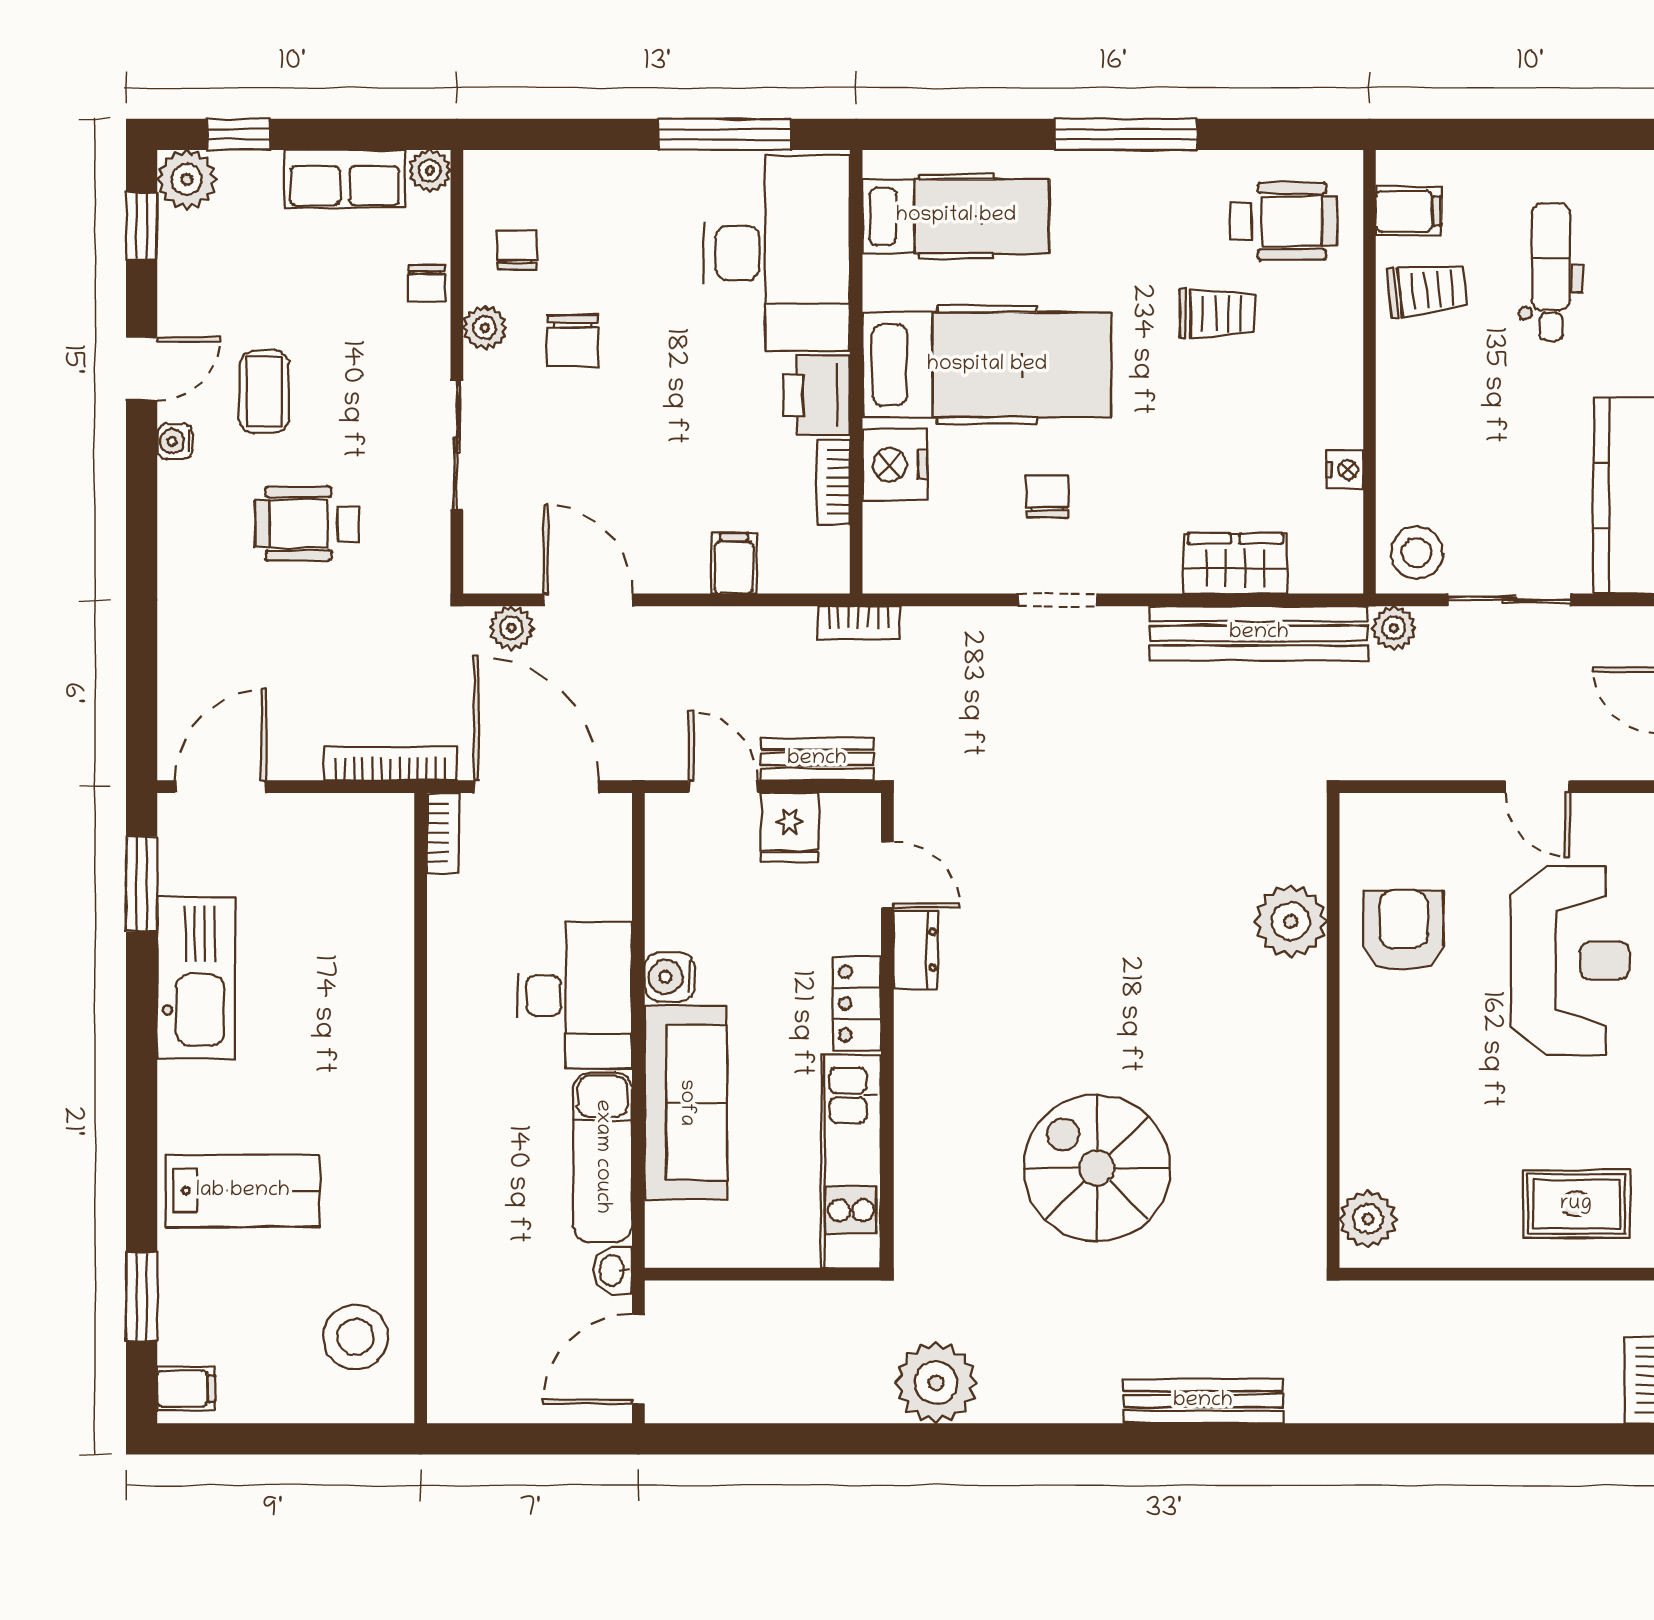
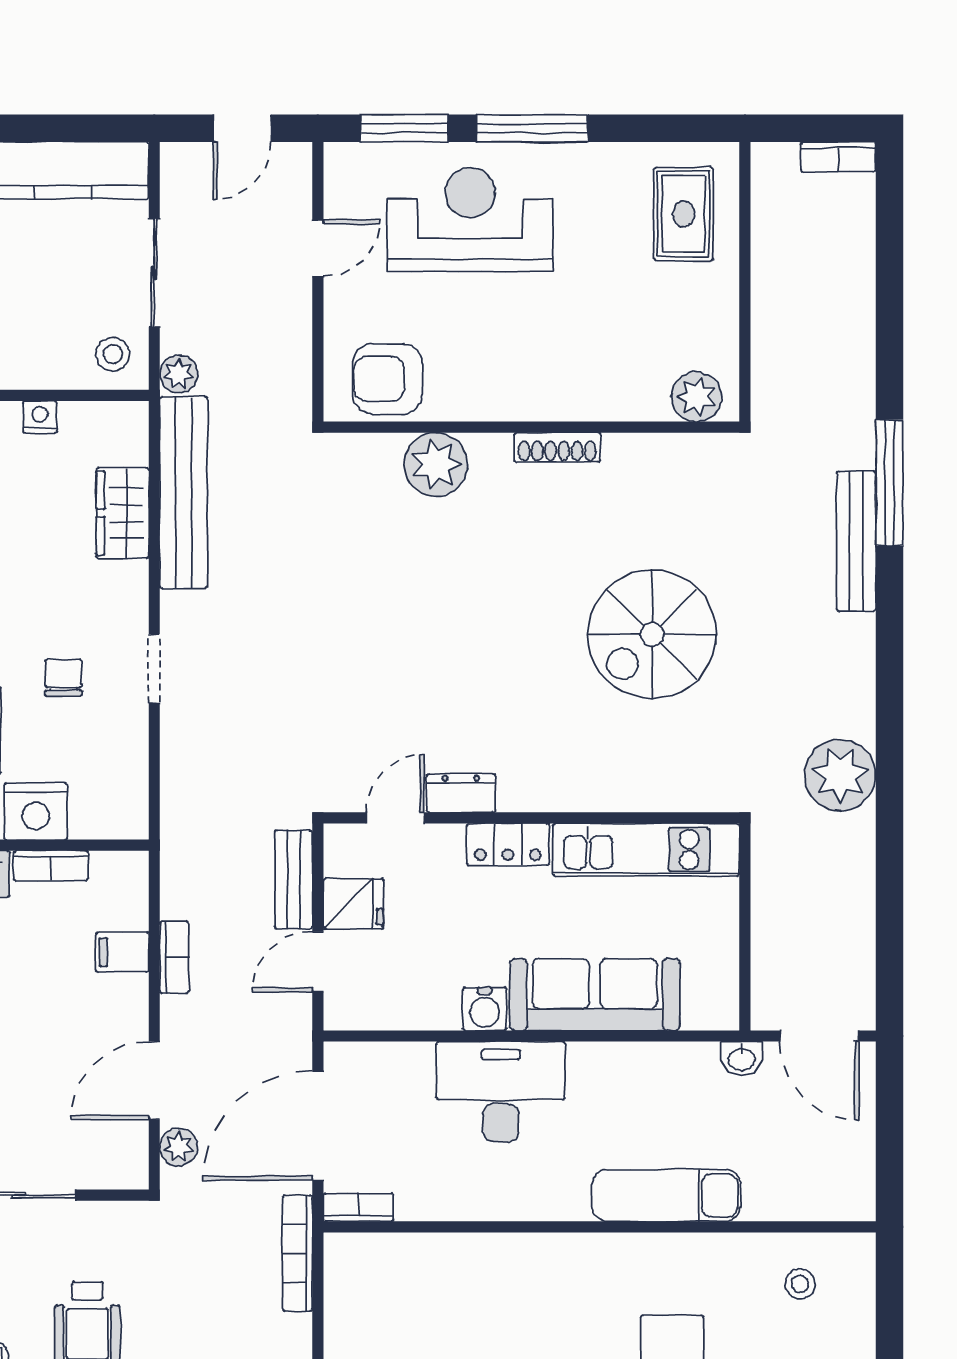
chair: (1047, 496) -> (63, 678), turned 90
stool: (1417, 553) -> (113, 354), width x0.73, depth x0.73
bookcase: (858, 623) -> (174, 957), moved
armchair: (1404, 930) -> (387, 379), moved
shoe rack: (1310, 1060) -> (557, 447), added
exam couch: (602, 1157) -> (666, 1195), moved, turned 180
stool: (355, 1337) -> (800, 1284), width x0.53, depth x0.53
window: (1270, 1439) -> (889, 483), added

